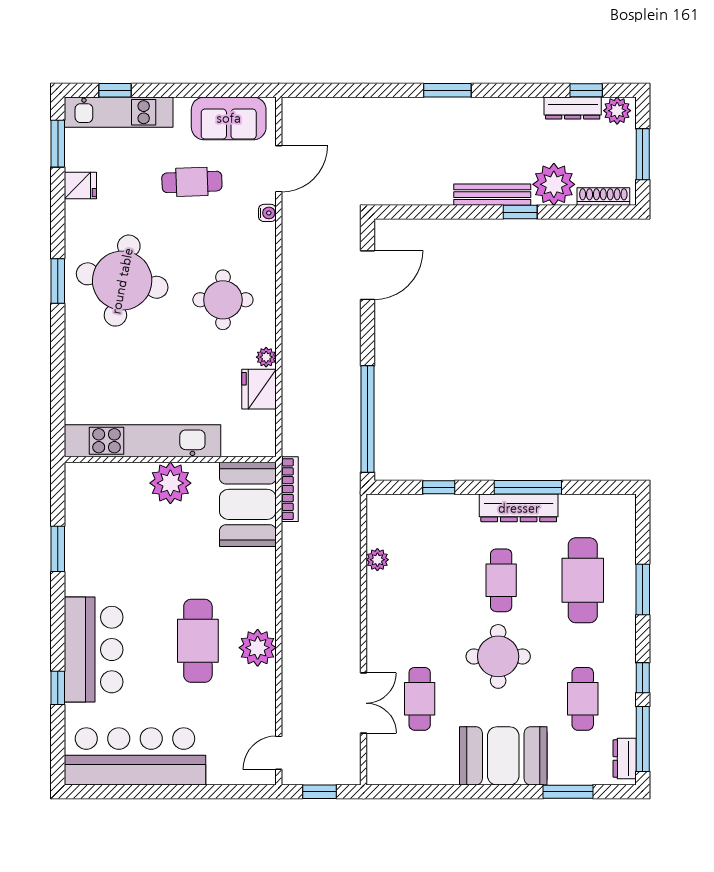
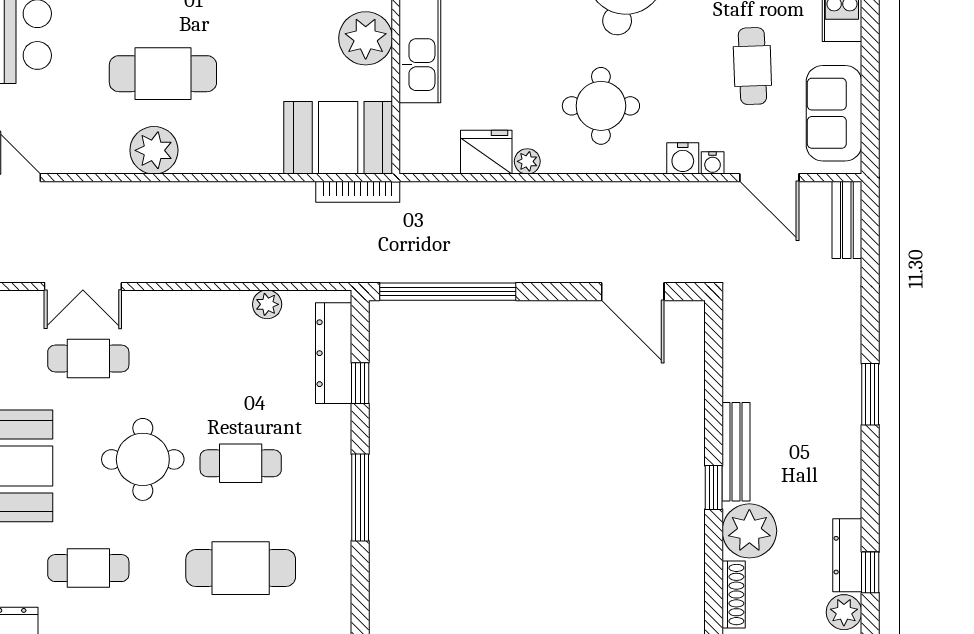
bench: (312, 108) -> (847, 220), added
water cooler: (264, 236) -> (683, 158), added
dresser: (519, 508) -> (334, 353), moved

